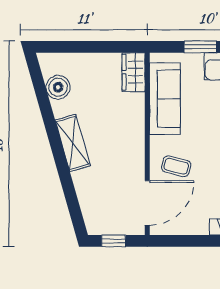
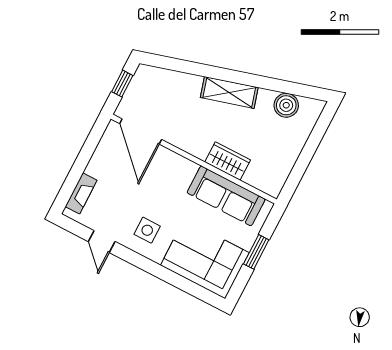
wardrobe: (134, 72) -> (228, 161), moved
coffee table: (176, 166) -> (160, 175), removed

